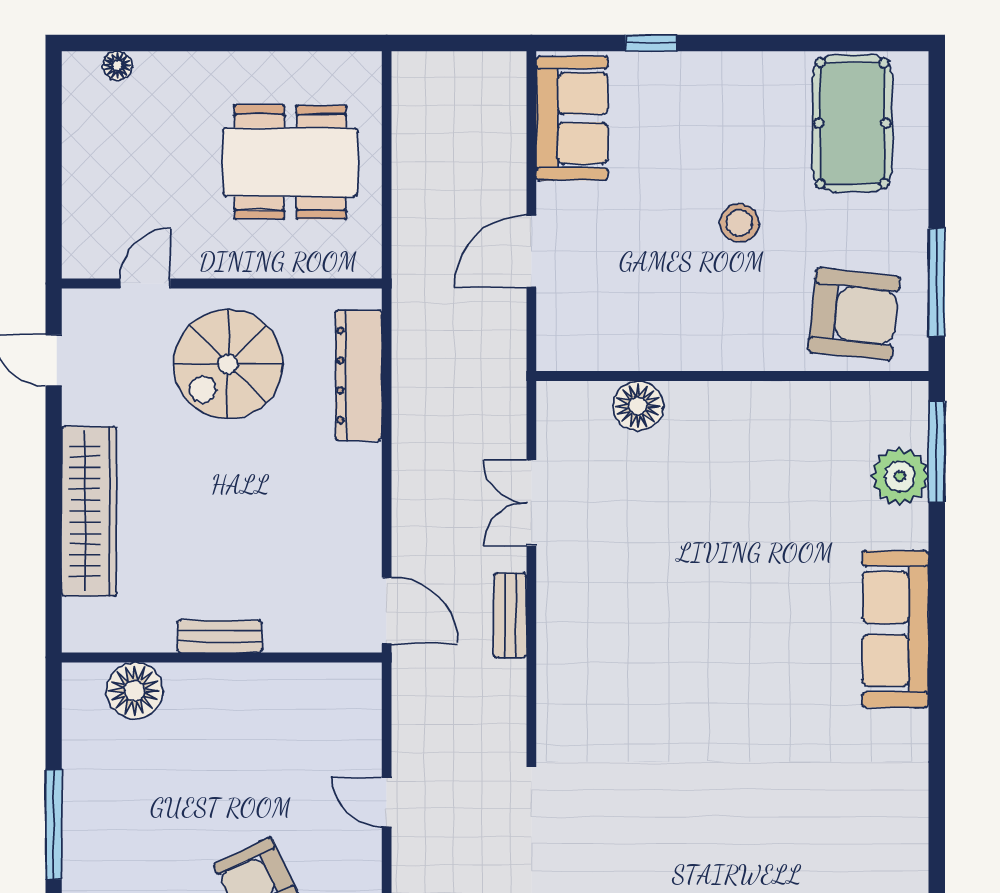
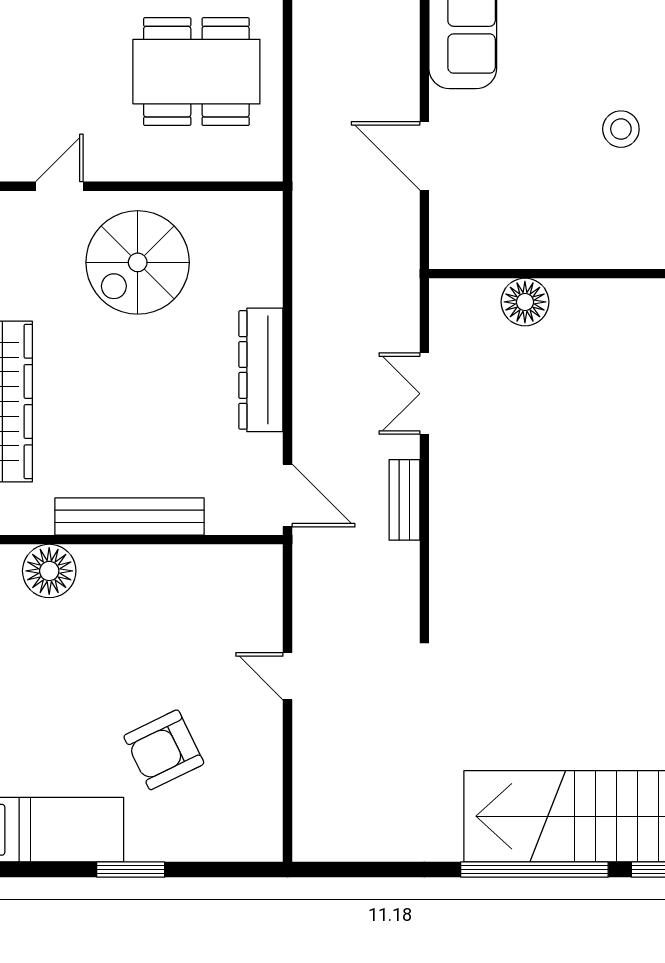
door: (531, 251) -> (424, 156), hinge flipped
dresser: (359, 375) -> (261, 370), moved
bench: (219, 636) -> (129, 517), width x1.86, depth x1.21

